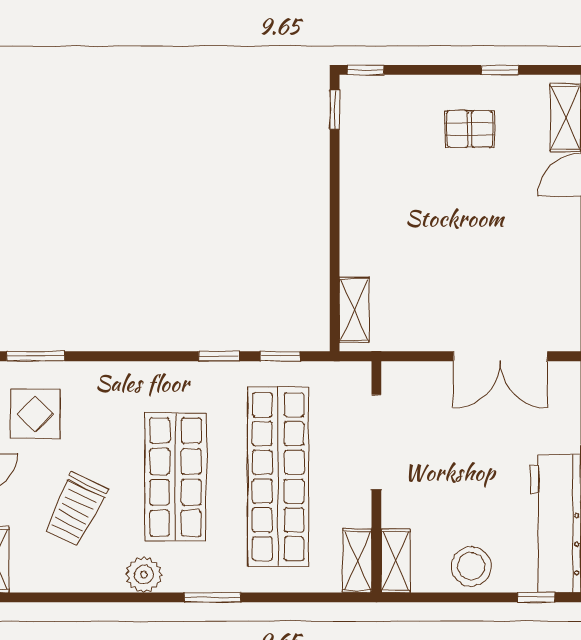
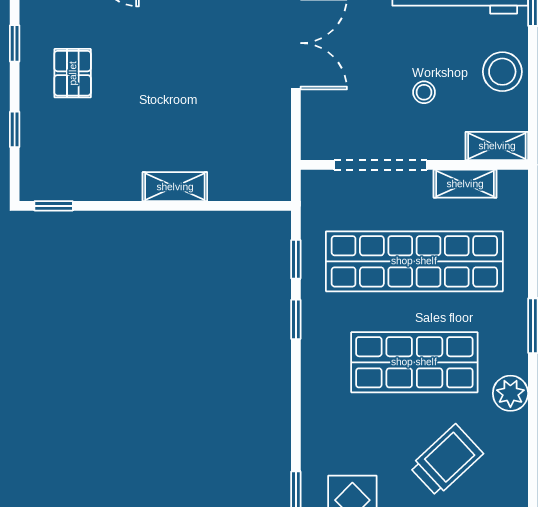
window: (365, 70) -> (15, 129), moved
shelving: (354, 310) -> (175, 187), moved
stool: (450, 487) -> (424, 92), added
trolley: (76, 509) -> (446, 460), turned -69
shelving: (357, 561) -> (465, 184), moved

